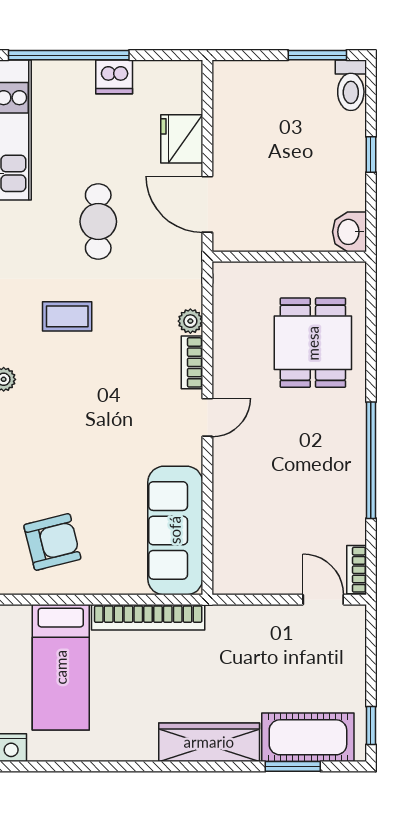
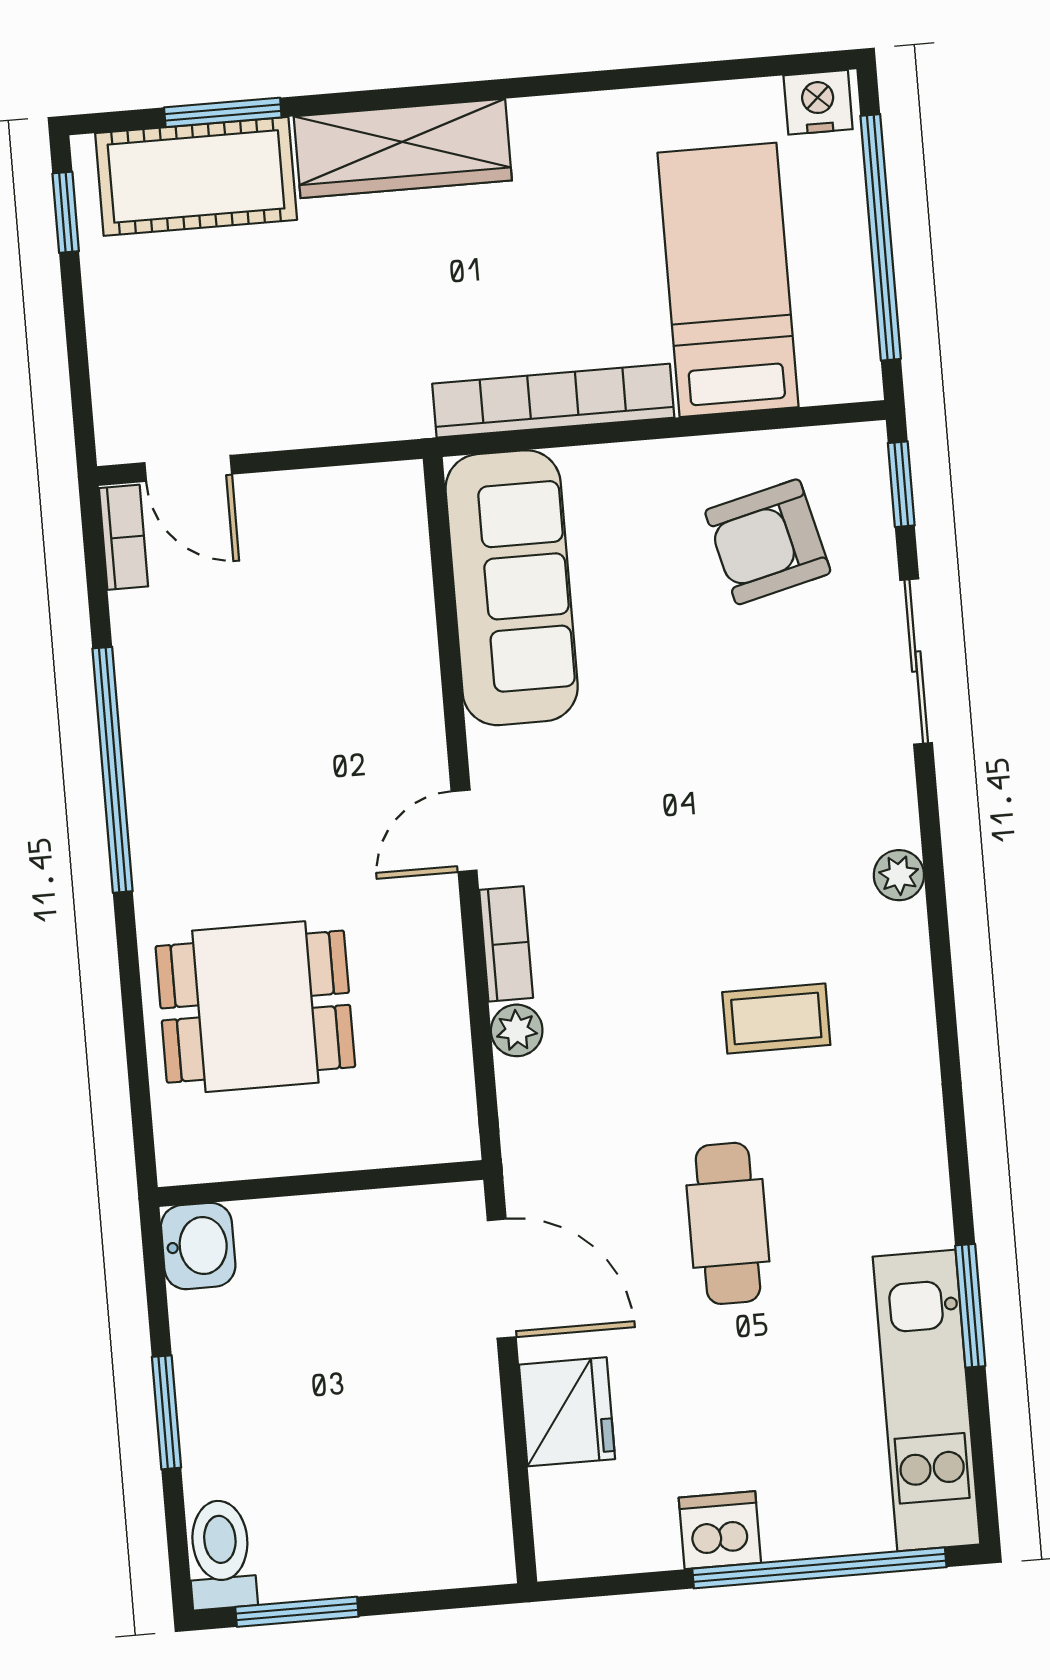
window: (371, 155) -> (166, 1412), width x1.50
dining table: (313, 343) -> (255, 1007), turned 90

